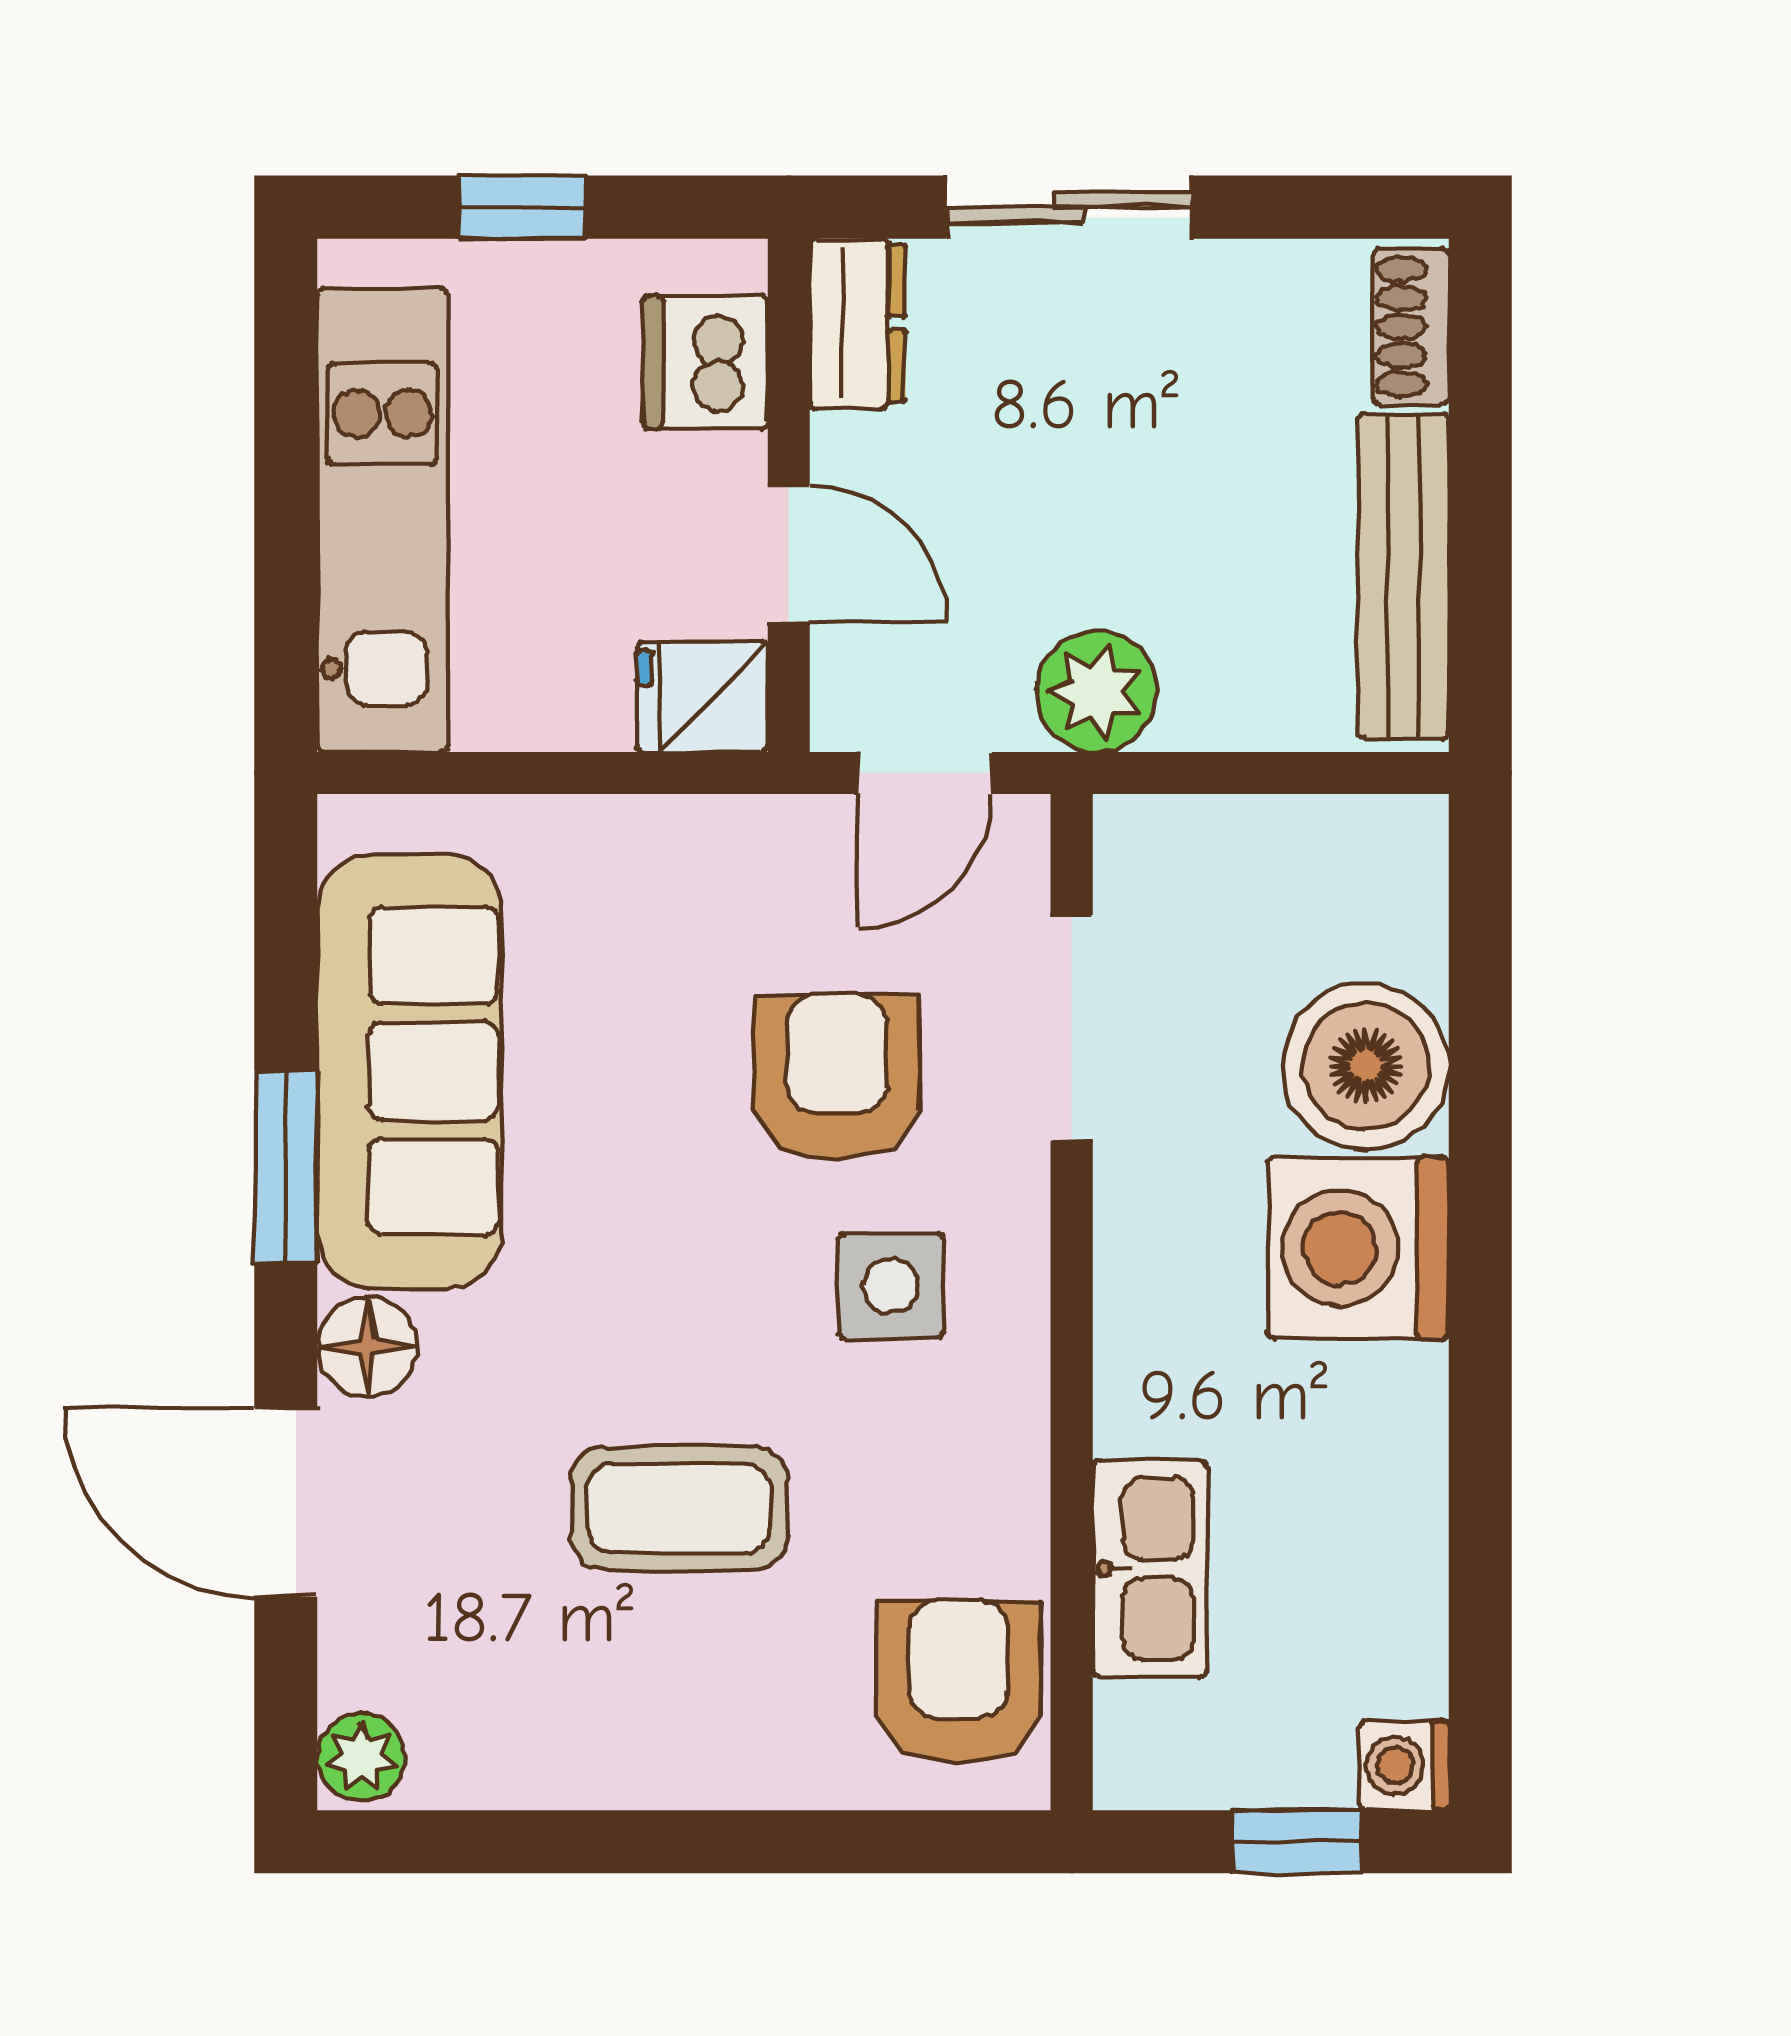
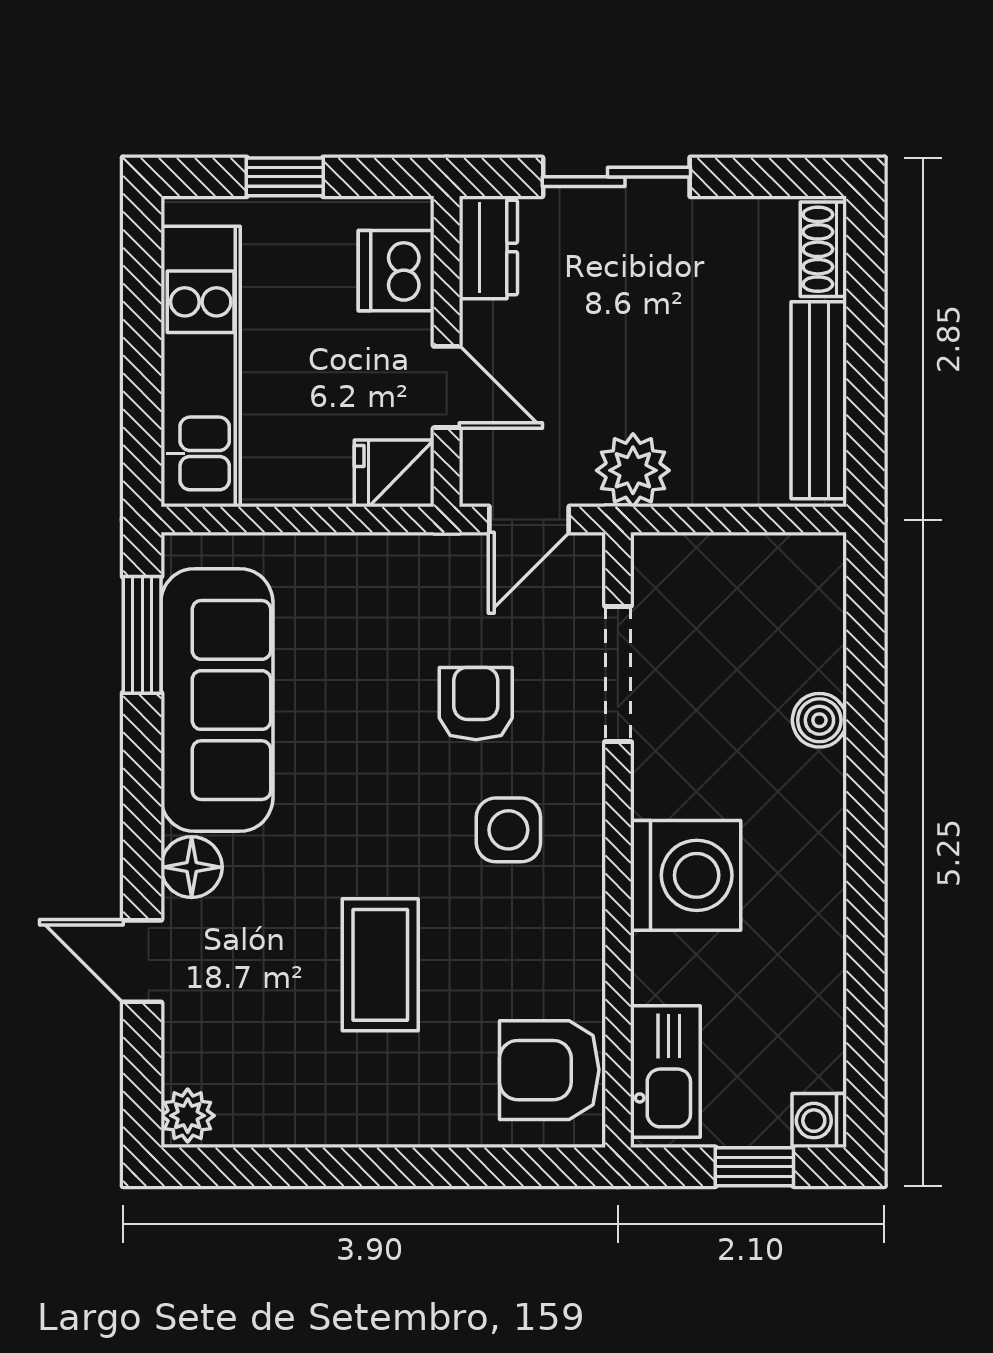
boiler: (1366, 1066) -> (819, 720), width x0.54, depth x0.54
armchair: (837, 1077) -> (476, 704), width x0.72, depth x0.72
window: (286, 1167) -> (142, 635), moved
washing machine: (1358, 1248) -> (686, 875), moved, turned 180
door: (286, 1502) -> (142, 961), width x0.73
coffee table: (679, 1508) -> (380, 965), turned 90
kitchen sink: (1150, 1569) -> (665, 1072), moved
armchair: (958, 1682) -> (549, 1070), turned -90

